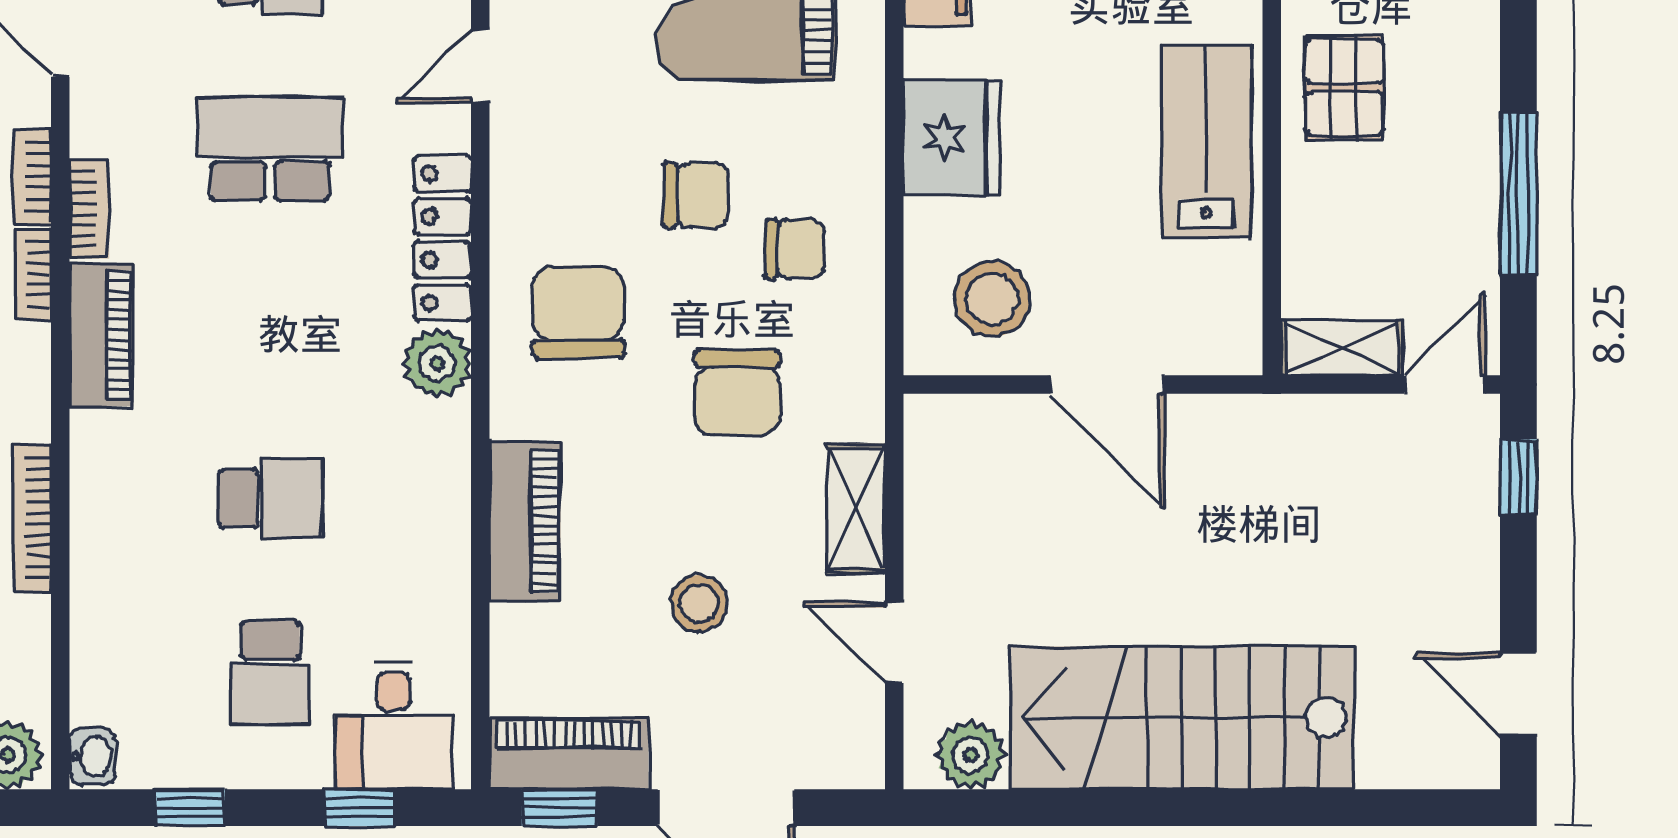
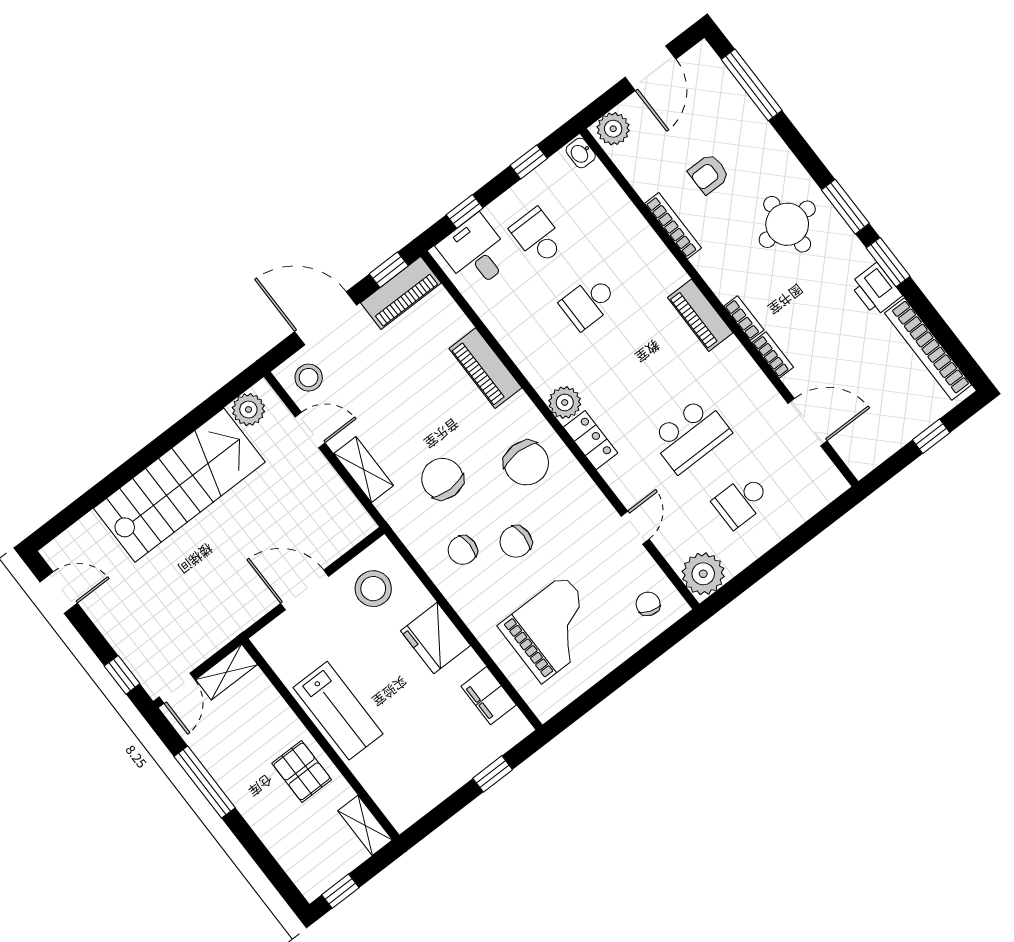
bookcase: (89, 209) -> (742, 359), removed
locker: (443, 238) -> (590, 440), width x0.66
stool: (699, 603) -> (309, 378), moved

